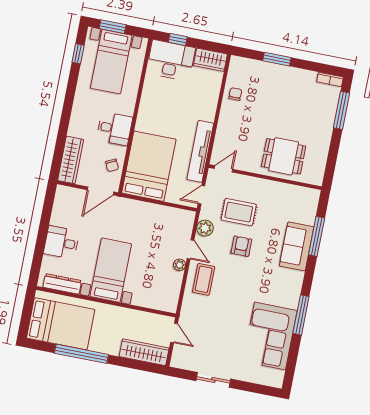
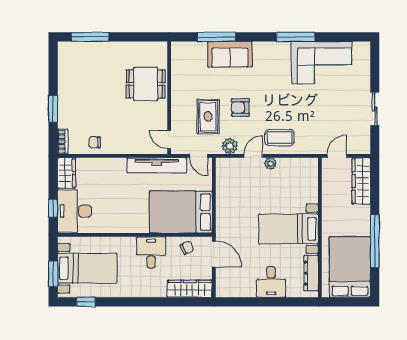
bookcase: (330, 79) -> (63, 142), moved
dining table: (284, 156) -> (146, 84), turned 90

